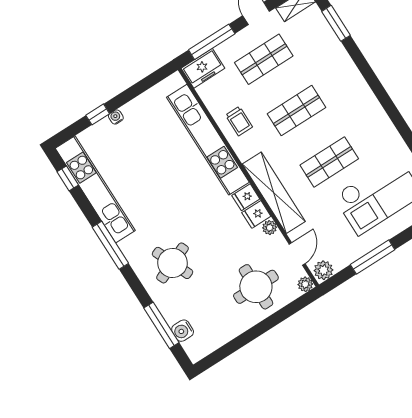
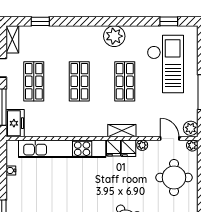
window: (336, 23) -> (40, 21), width x0.67
water cooler: (116, 117) -> (11, 170), moved
plant: (373, 118) -> (114, 36), added
trolley: (239, 121) -> (63, 122), removed
shelving: (274, 193) -> (122, 131), width x0.45, depth x0.75

